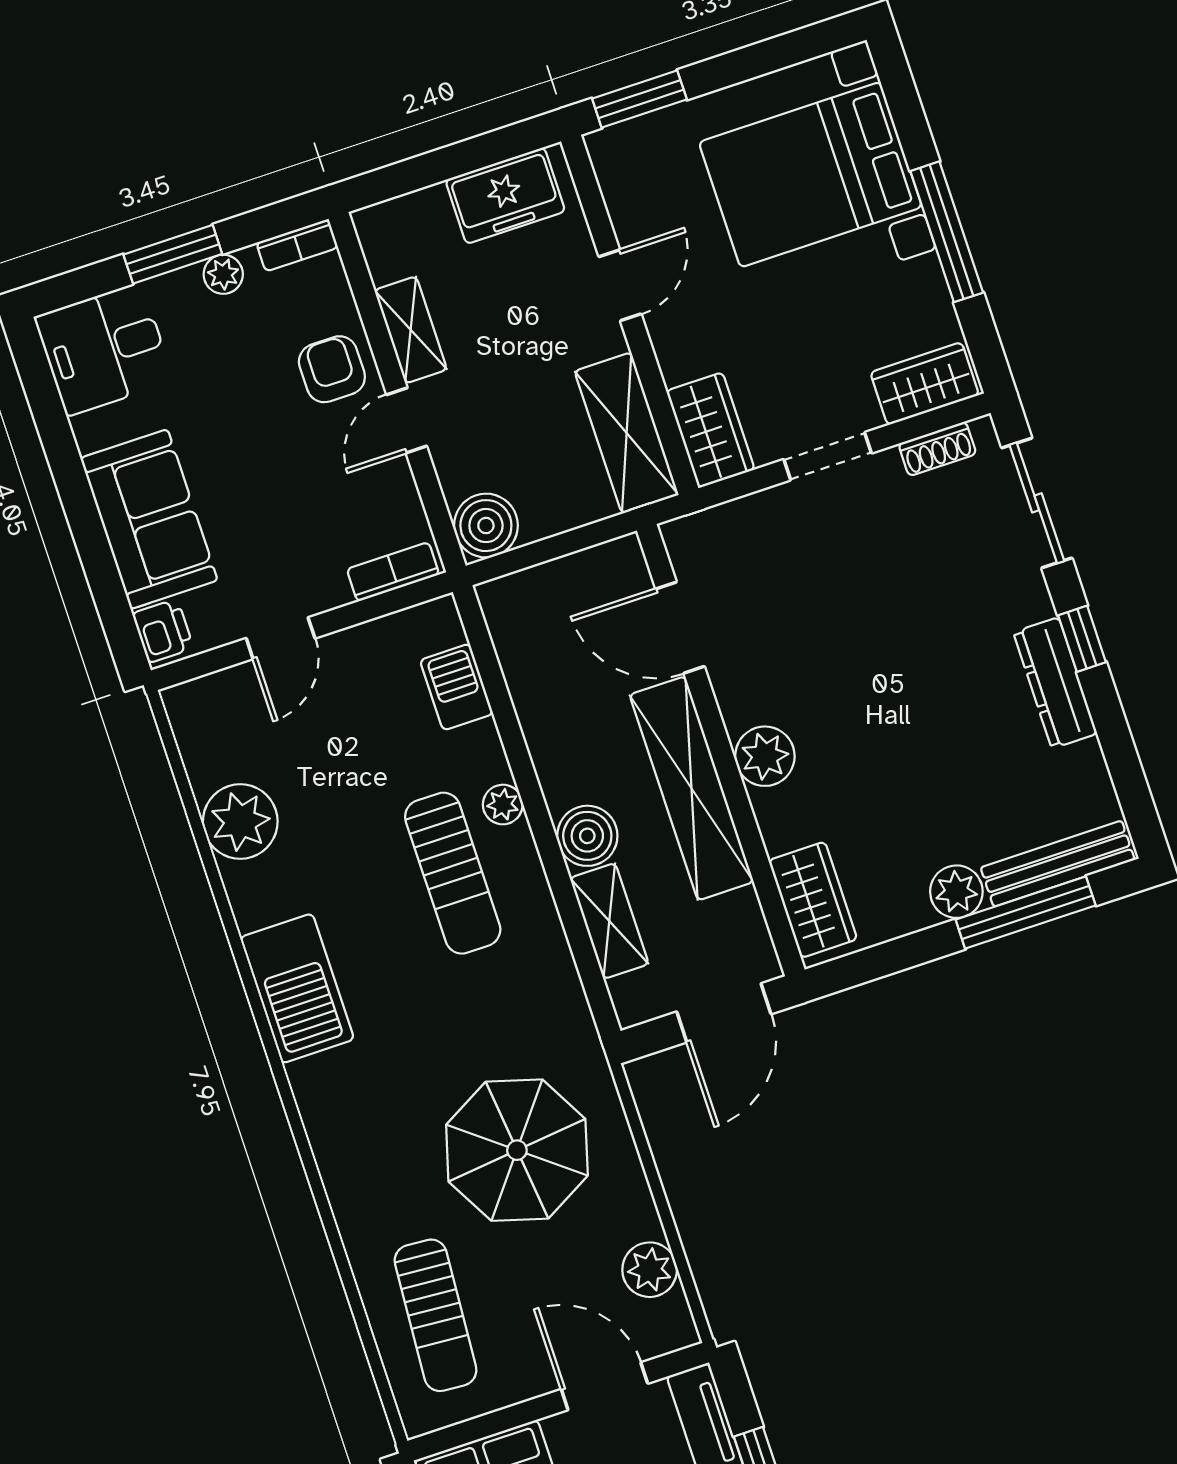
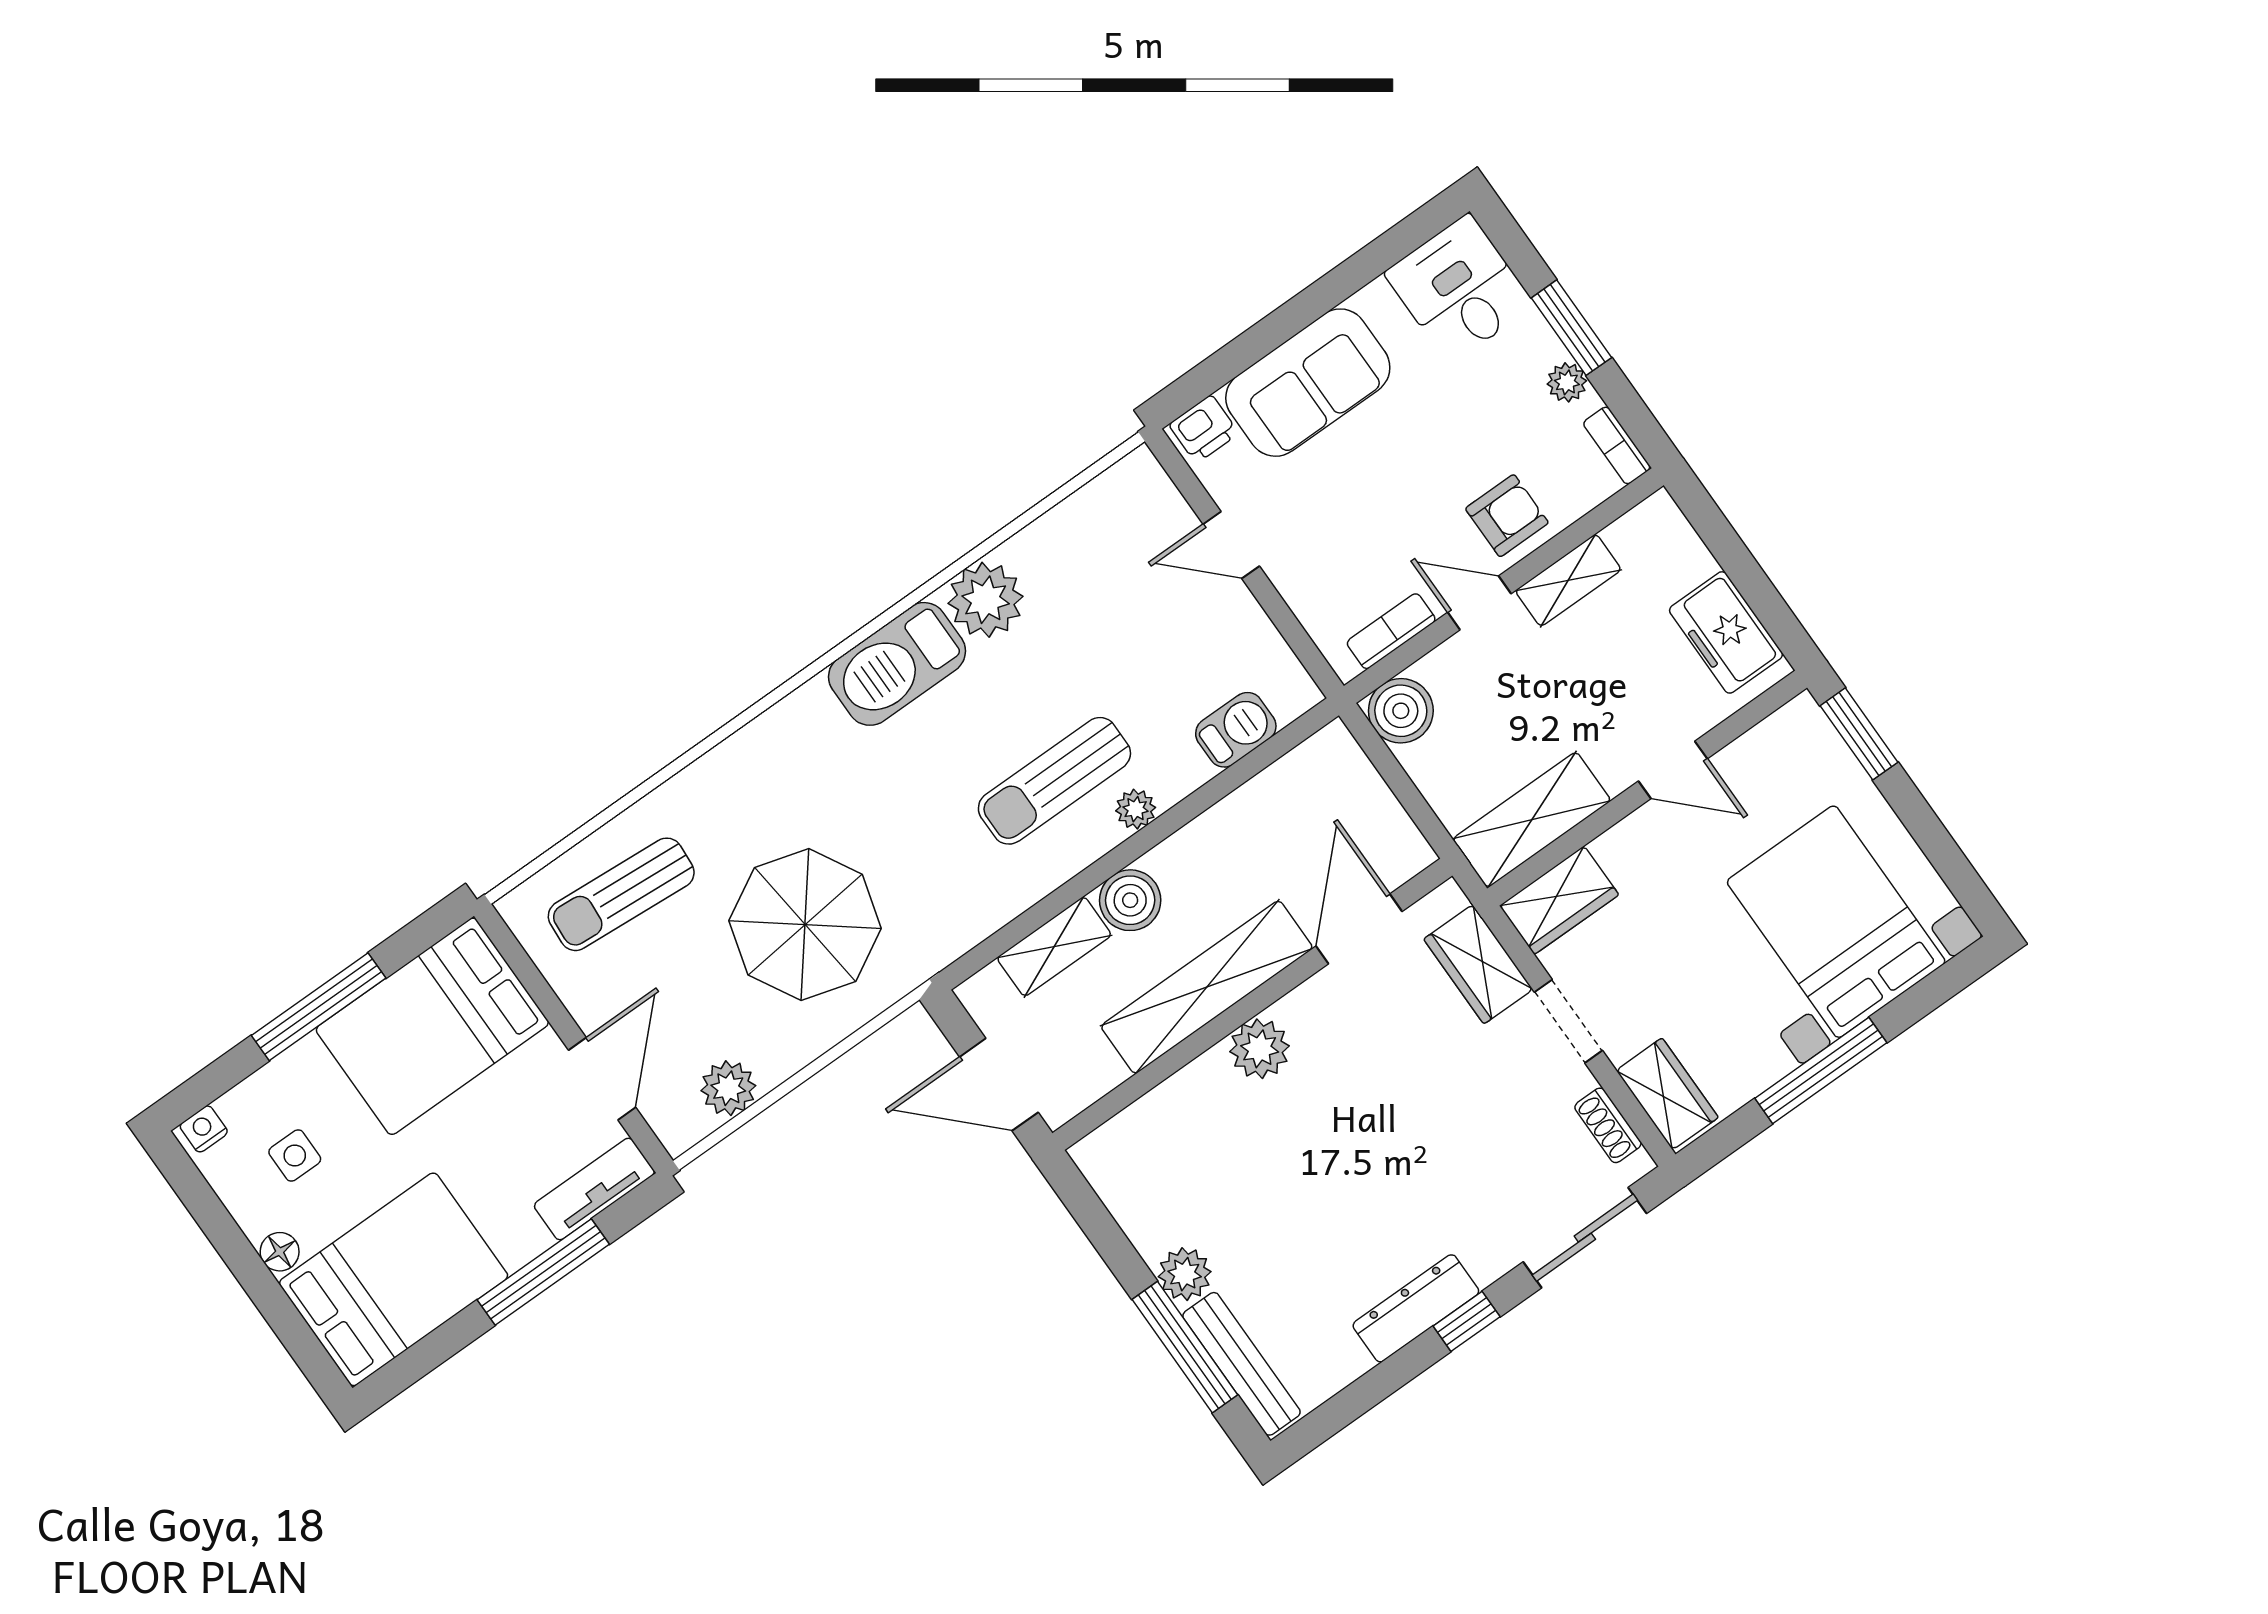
bookcase: (393, 572) -> (1391, 631), moved, turned -90
plant: (240, 821) -> (986, 600), moved
wardrobe: (813, 900) -> (1478, 964), moved, turned 90

